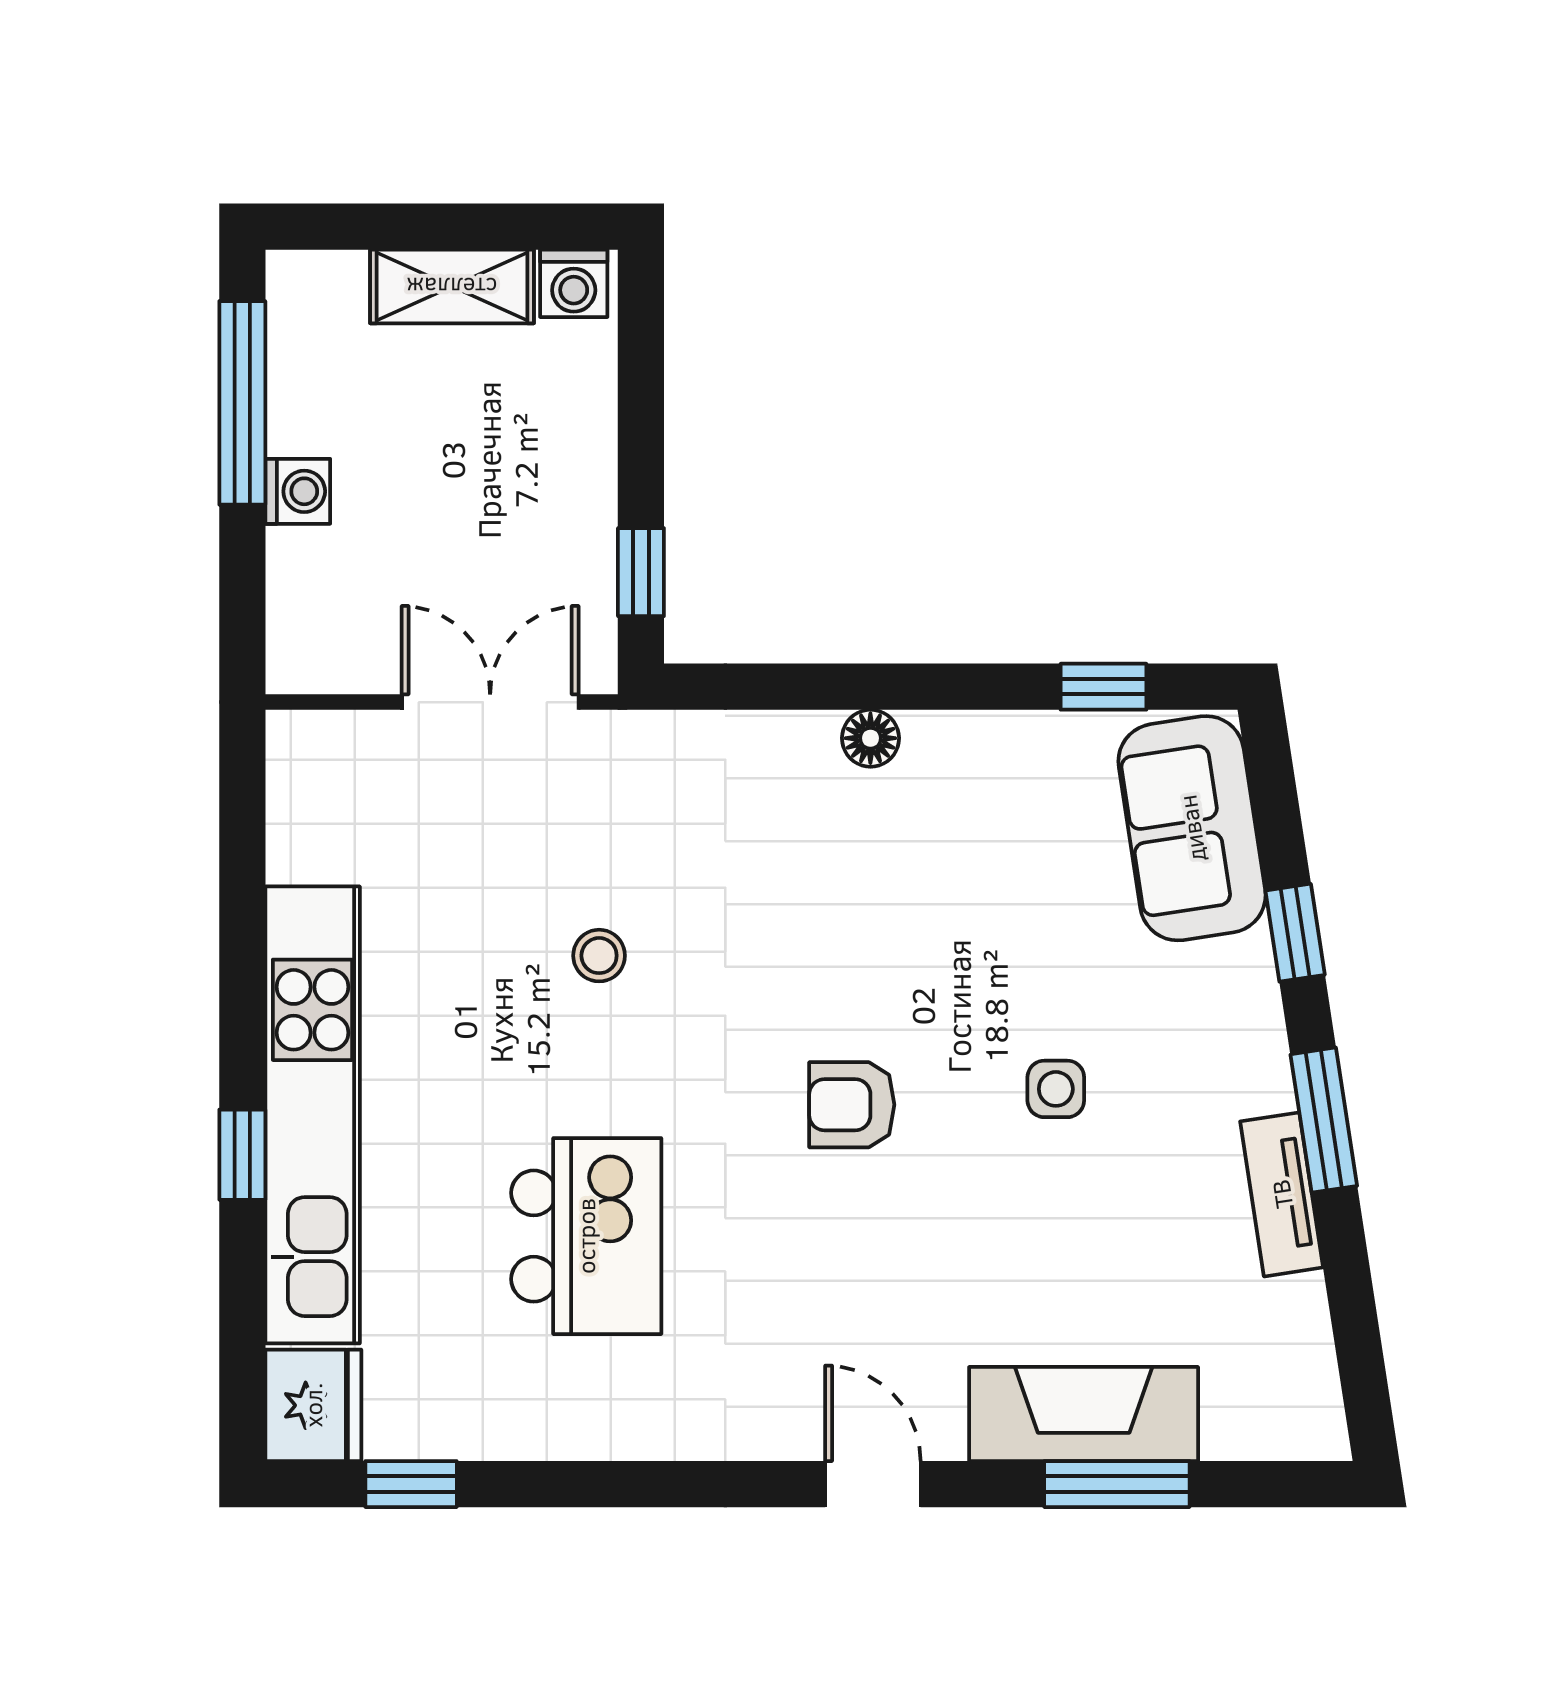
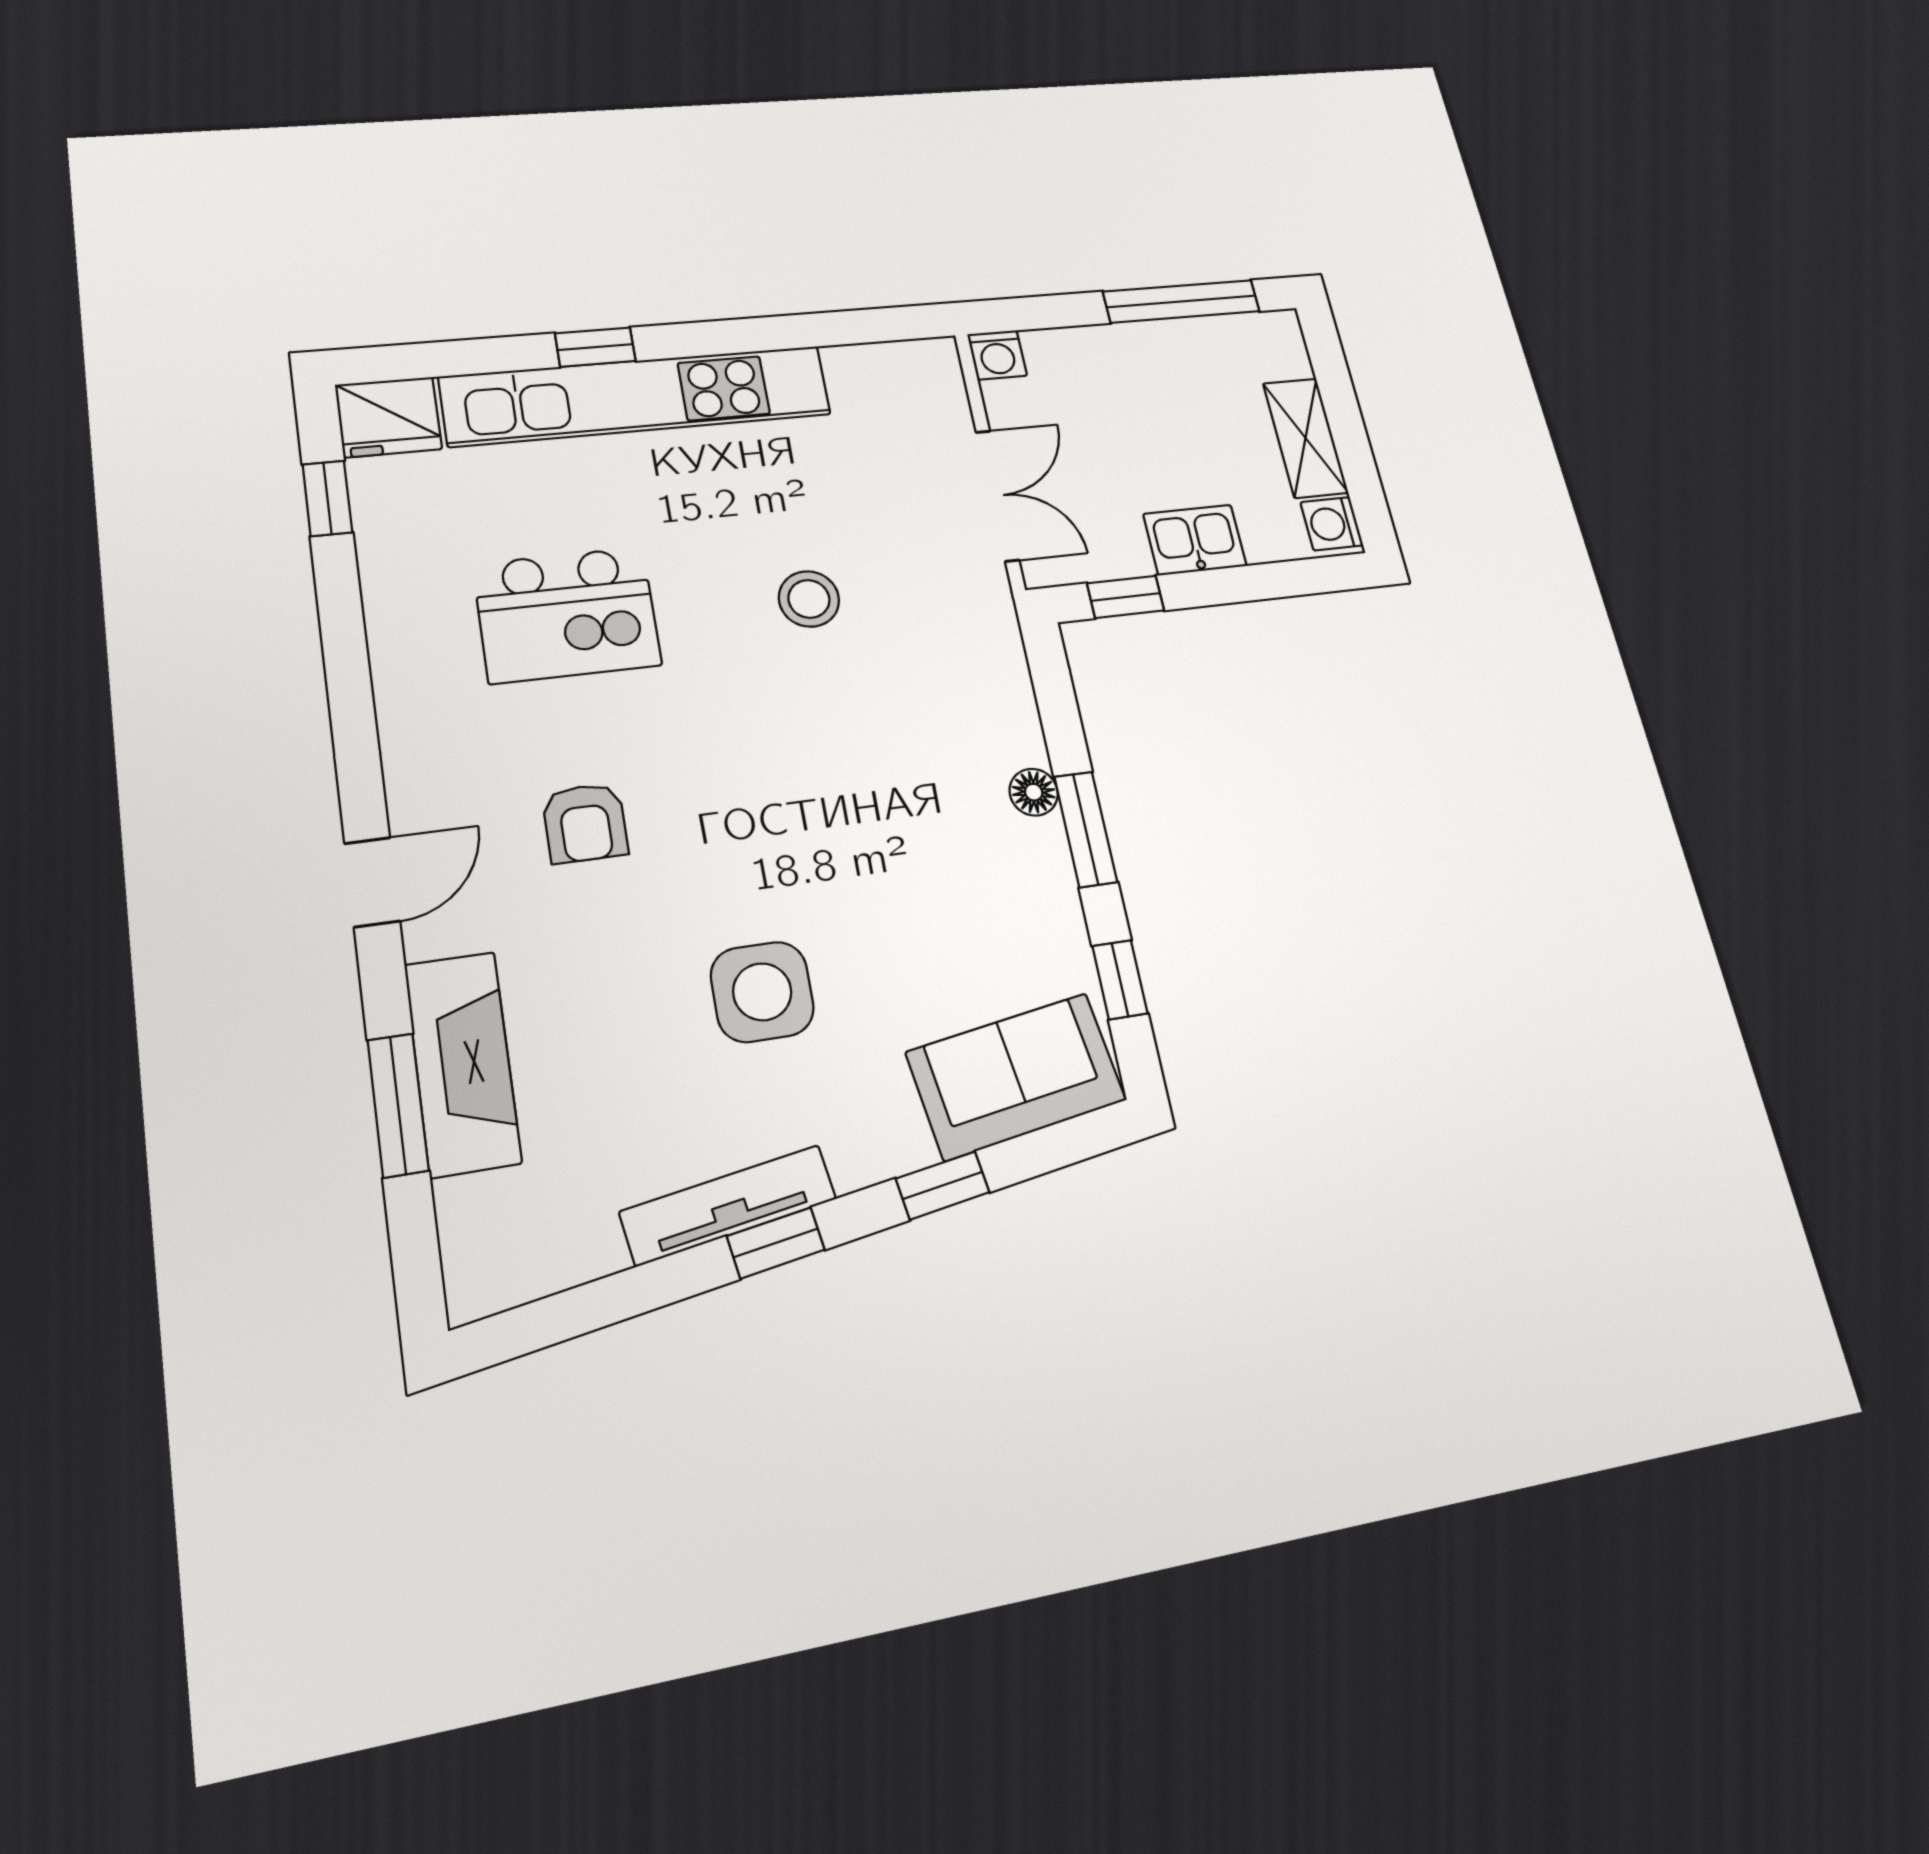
kitchen sink: (576, 467) -> (1195, 540), added
washing machine: (298, 491) -> (997, 355), moved
window: (923, 687) -> (1086, 829), added
stool: (599, 956) -> (809, 599), width x1.37, depth x1.37
side table: (1056, 1089) -> (762, 992), width x1.87, depth x1.87
armchair: (852, 1105) -> (585, 823), moved, turned 180
window: (1324, 1120) -> (776, 1243), width x0.67
tv unit: (1282, 1194) -> (728, 1205), width x1.41

